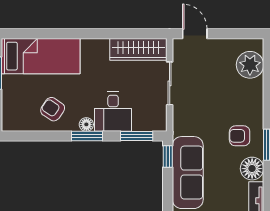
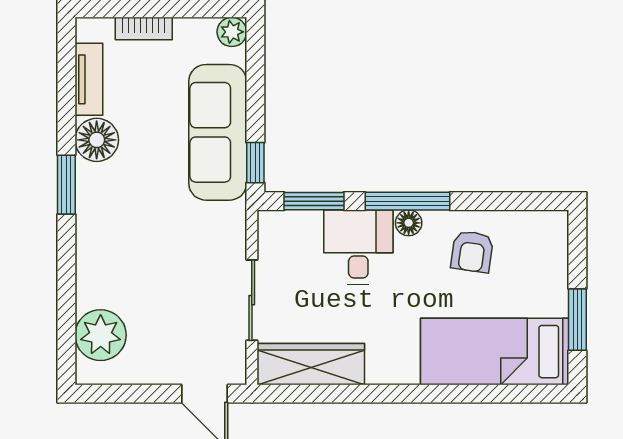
armchair: (53, 109) -> (472, 252), turned 64
window: (87, 136) -> (407, 201), width x1.44
armchair: (240, 136) -> (120, 201), removed

